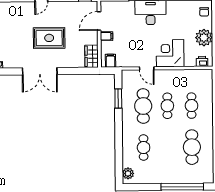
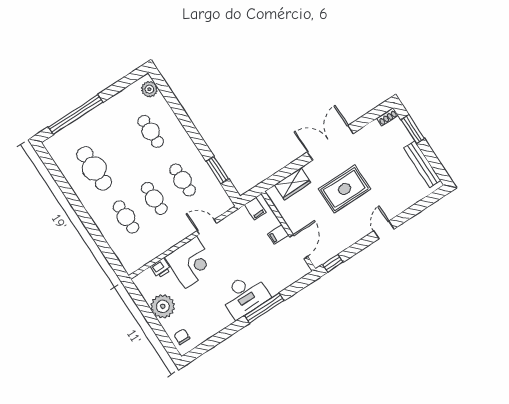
wardrobe: (92, 56) -> (293, 184), moved, turned 90
printer: (202, 61) -> (161, 268), moved
cafe table: (143, 106) -> (182, 180), width x0.73, depth x0.74

